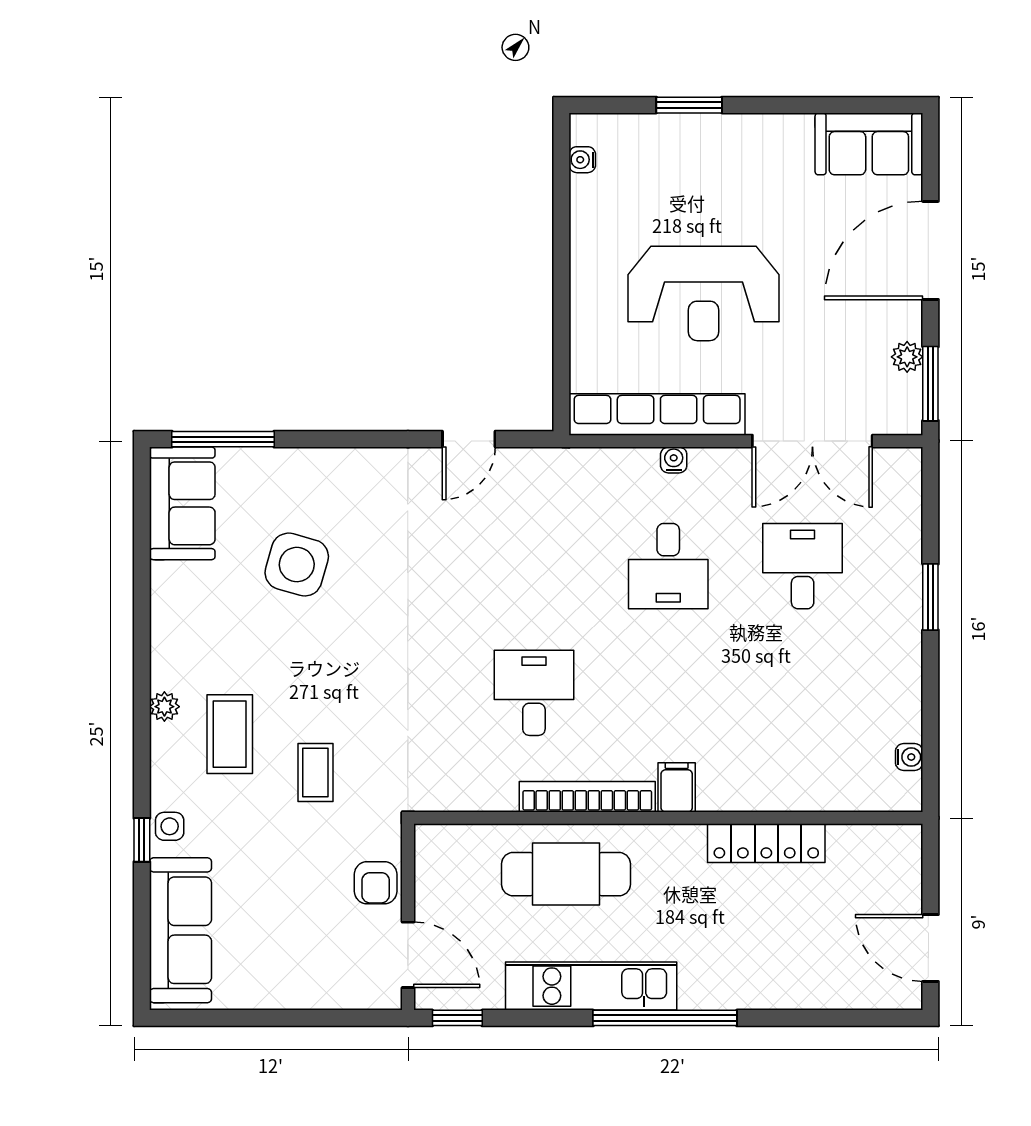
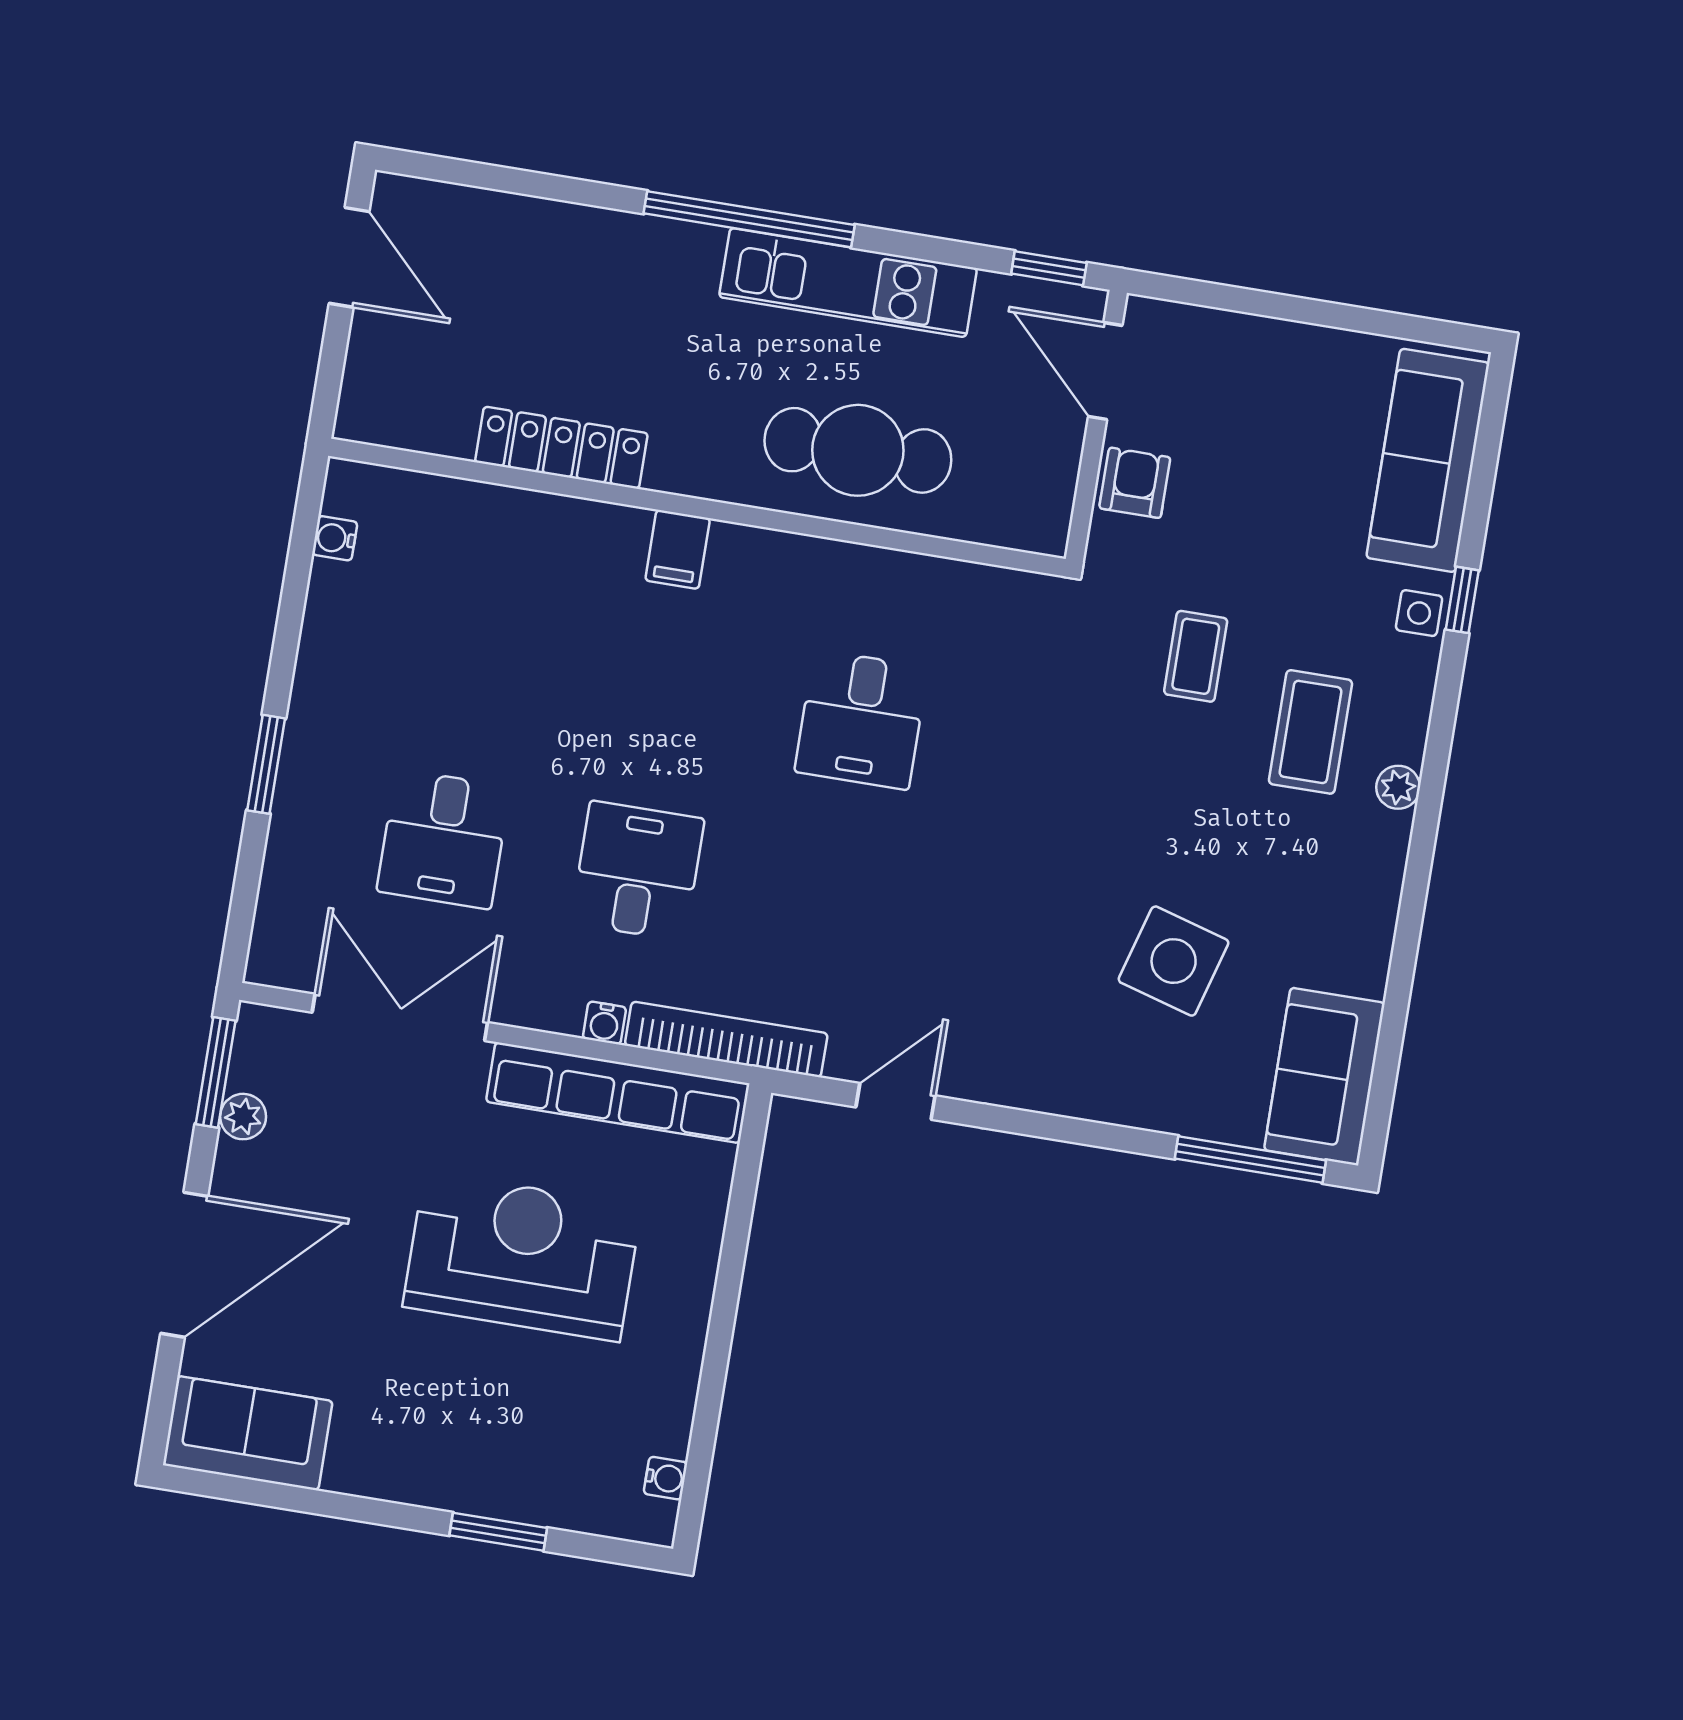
bookcase: (587, 797) -> (726, 1039), moved, turned 180

